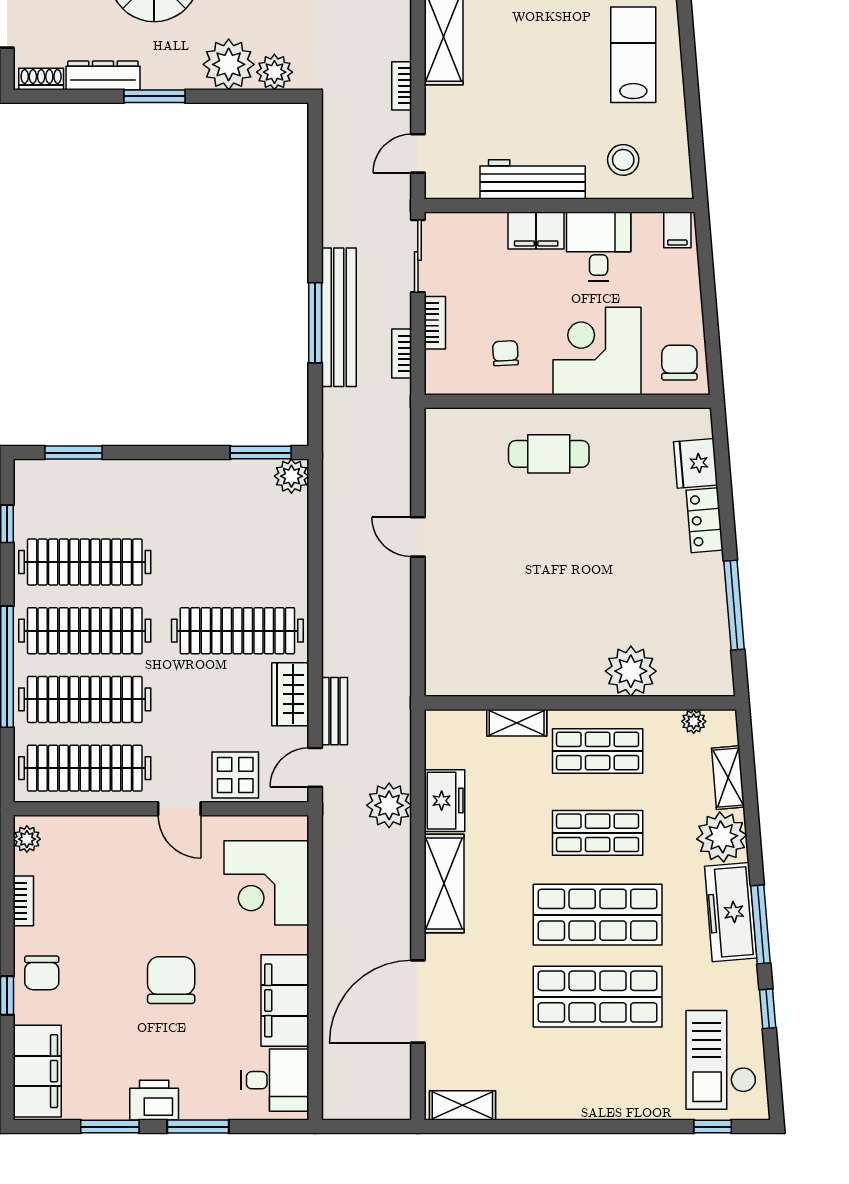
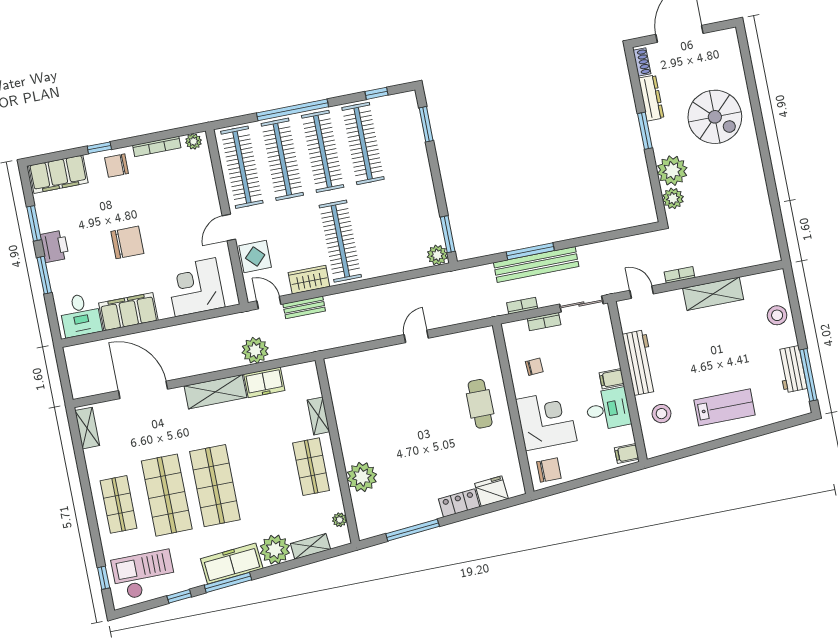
filing cabinet: (536, 230) -> (612, 379), width x0.50
shop shelf: (598, 833) -> (119, 504), moved
bookcase: (23, 901) -> (157, 147), width x1.56

